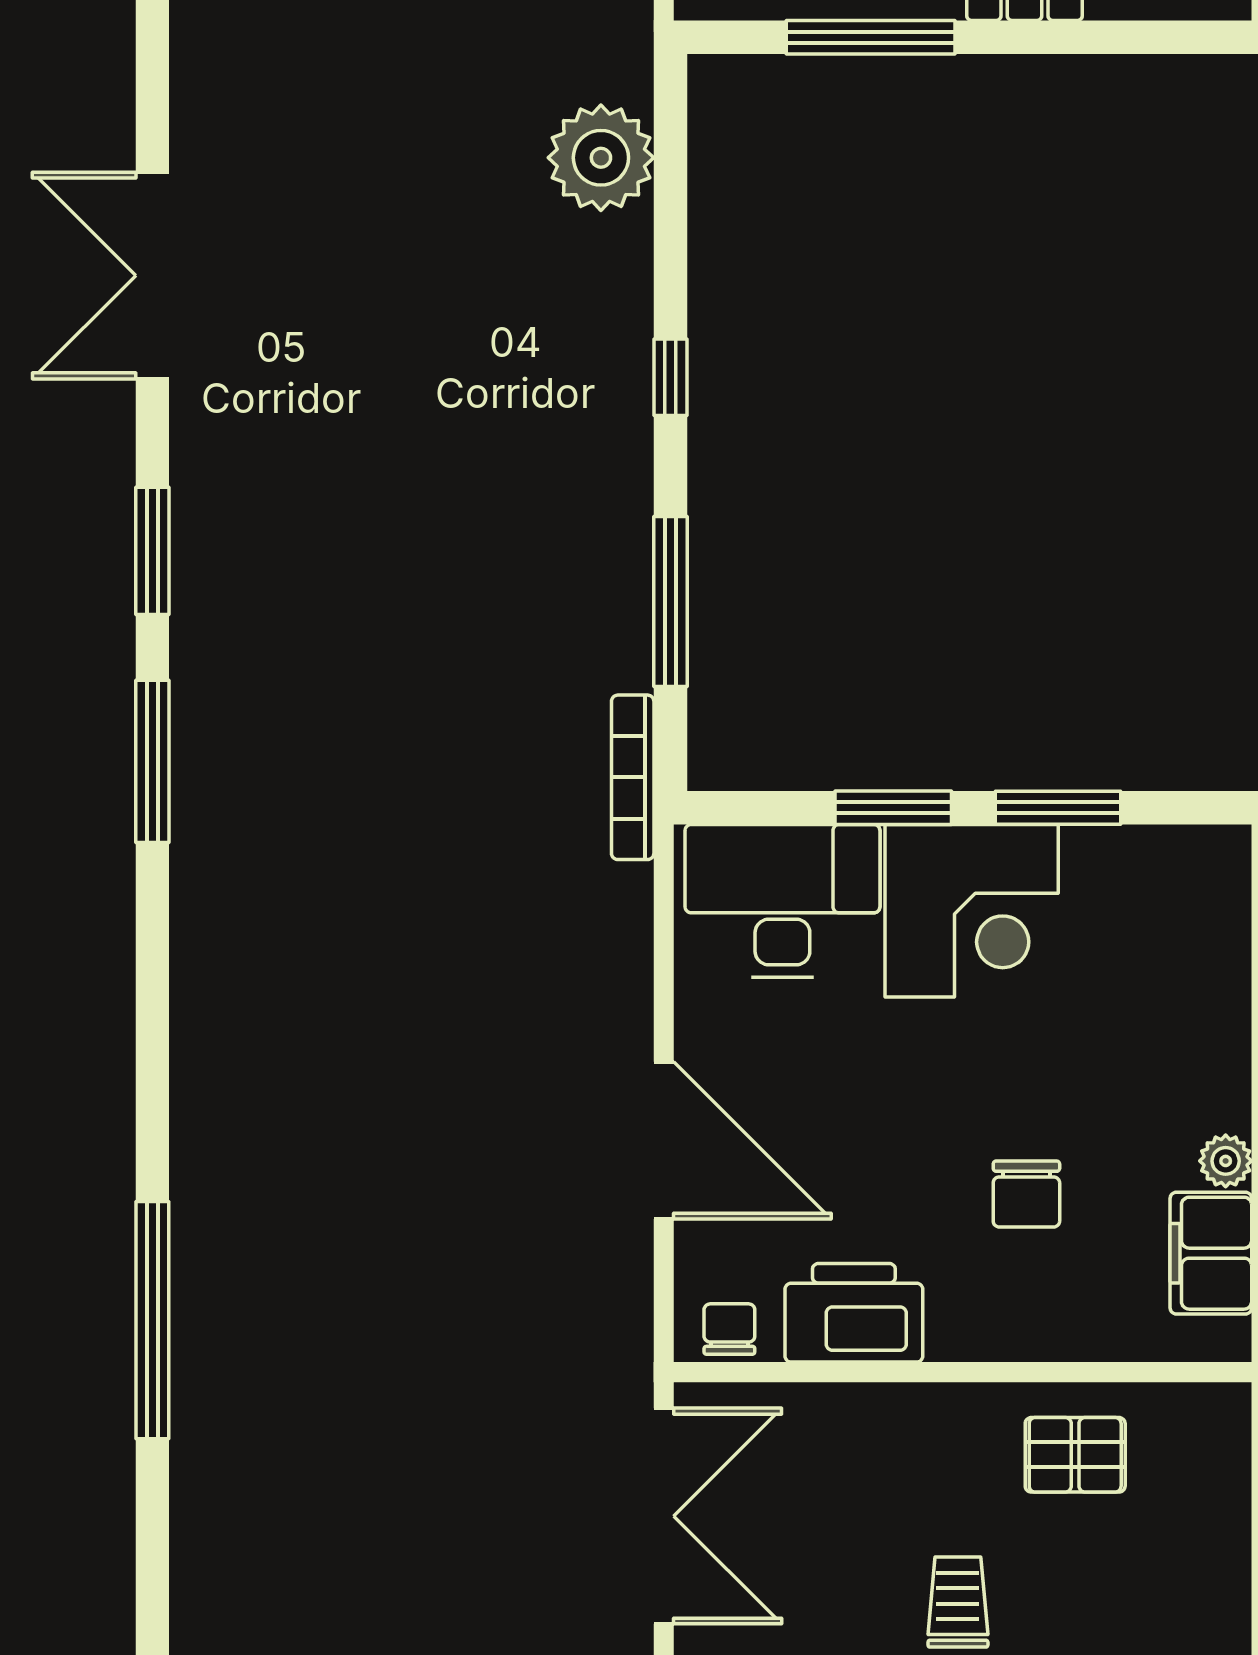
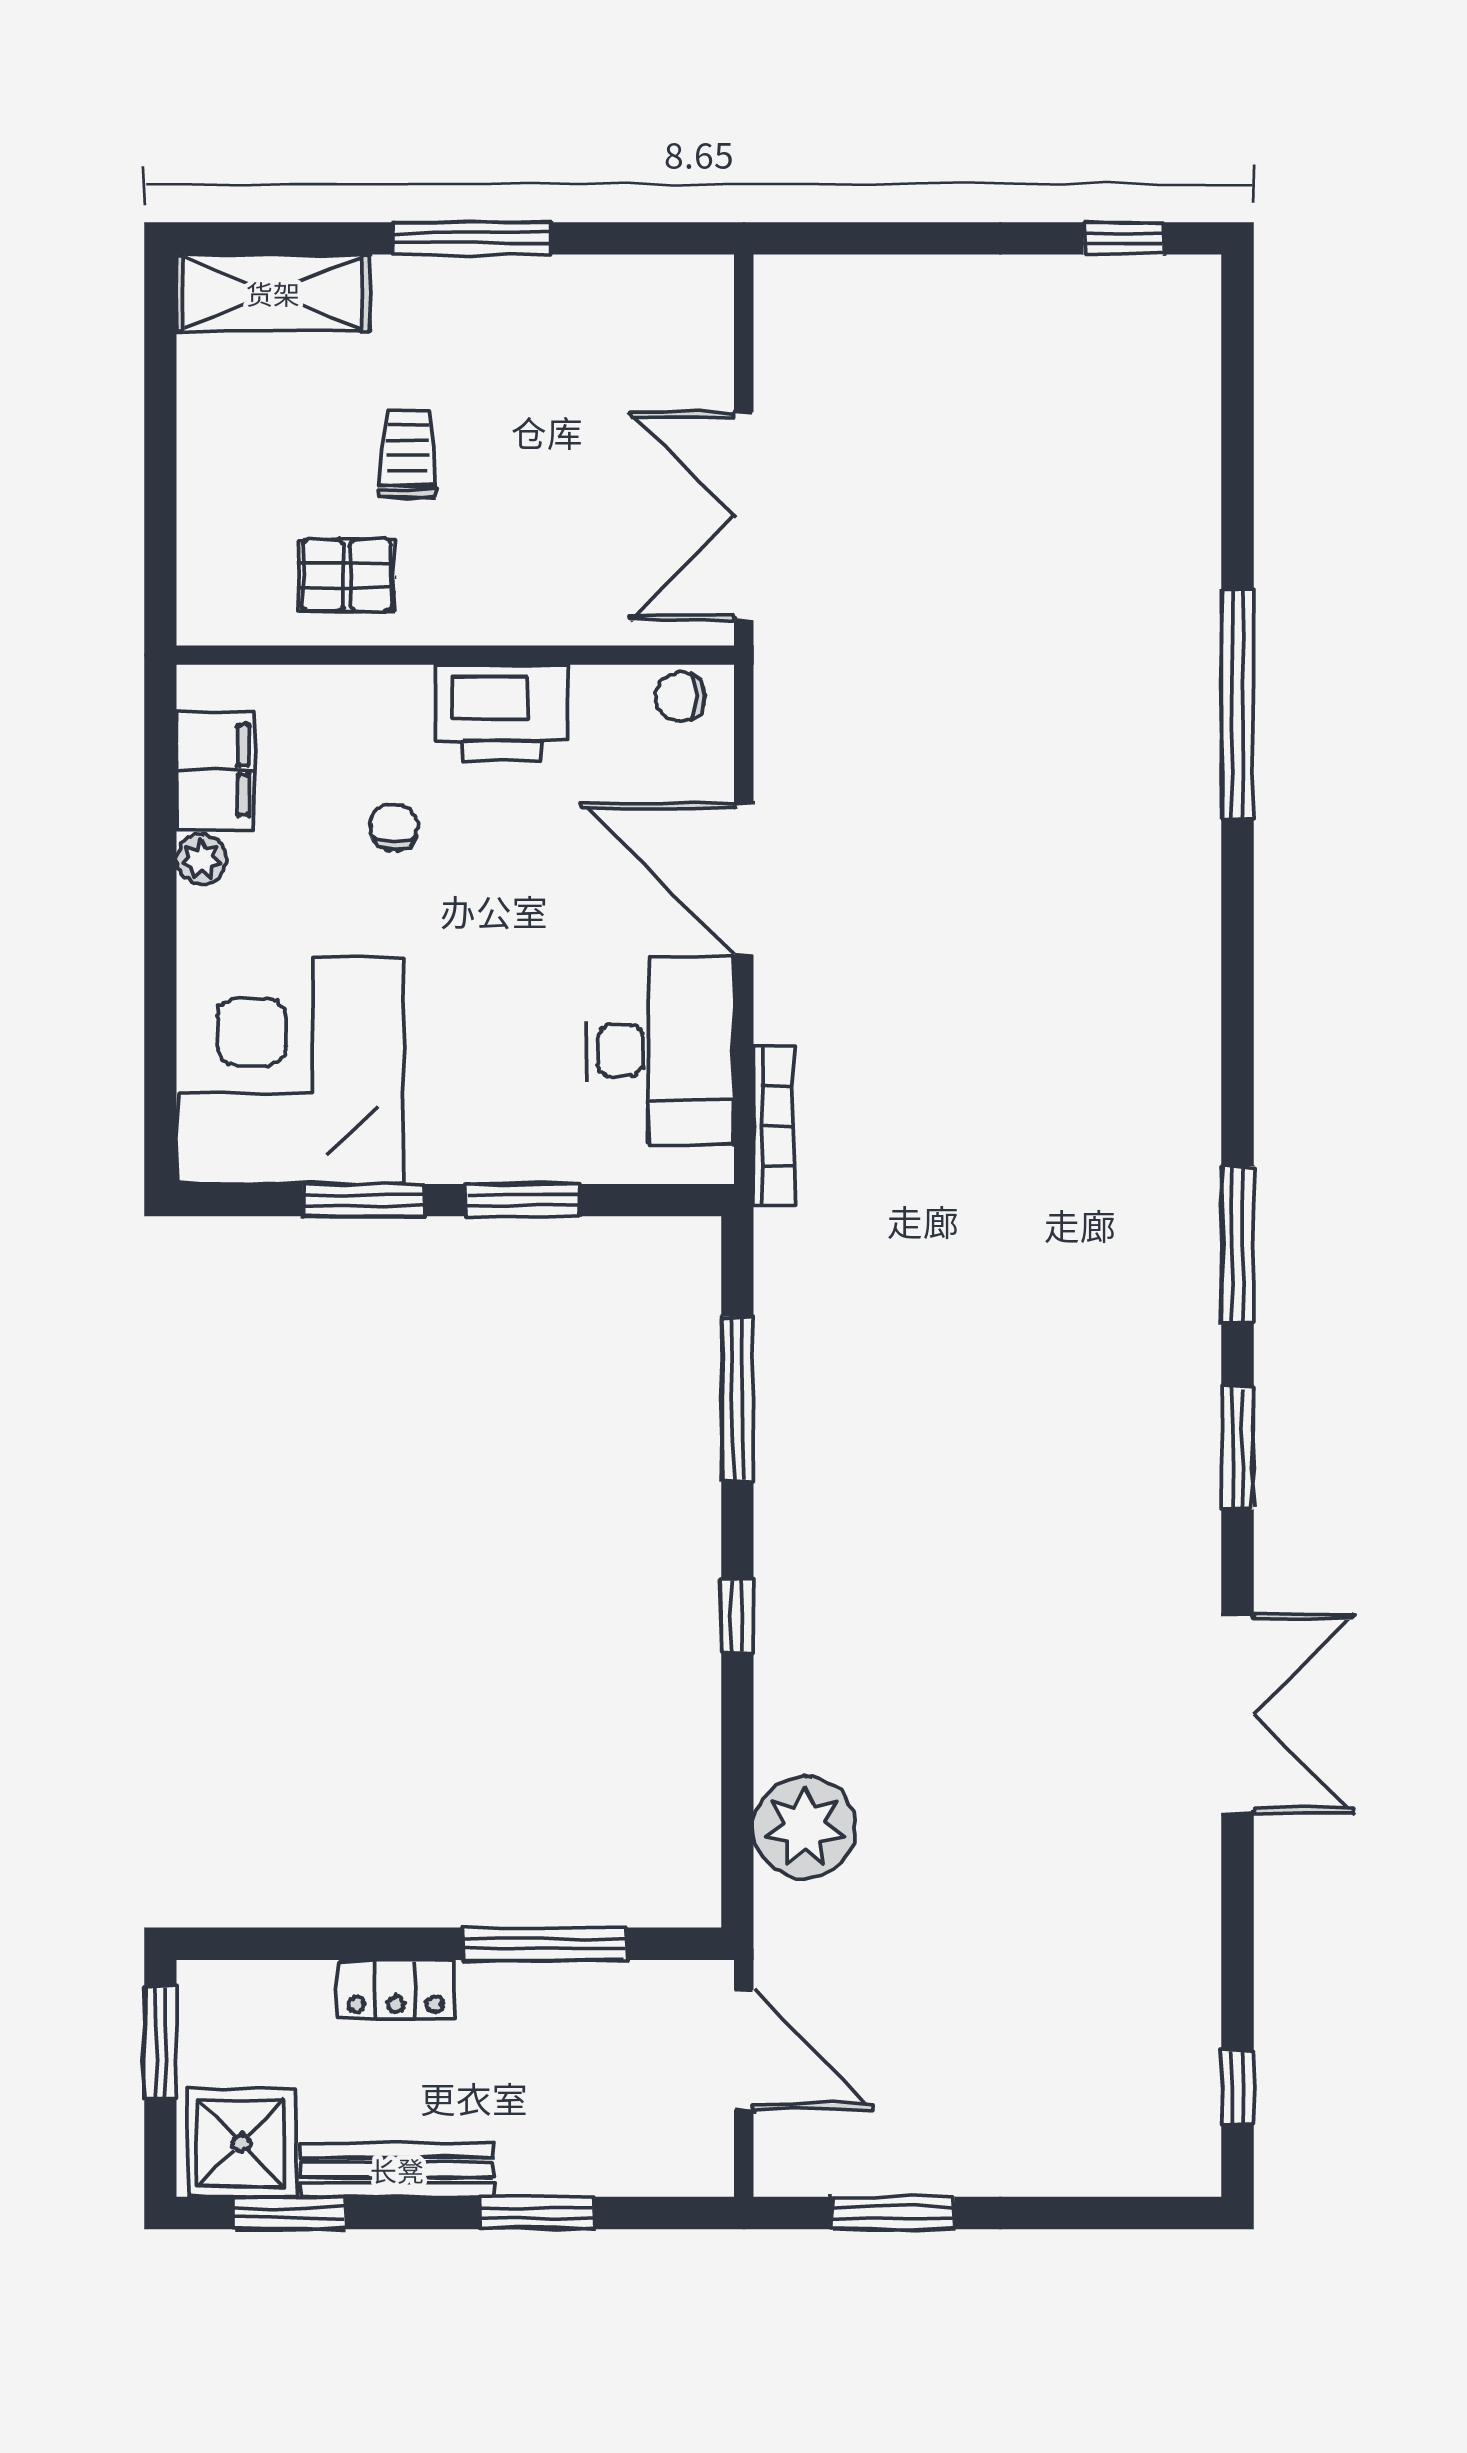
bookcase: (633, 777) -> (774, 1126), moved
desk: (782, 901) -> (660, 1051), moved, turned -90
corner desk: (972, 911) -> (290, 1070), moved, width x1.36, depth x1.36
chair: (1026, 1194) -> (394, 827), width x0.73, depth x0.73
printer: (854, 1313) -> (502, 712), moved
chair: (729, 1329) -> (680, 697), turned 90
trolley: (958, 1602) -> (408, 454), moved, turned 180

